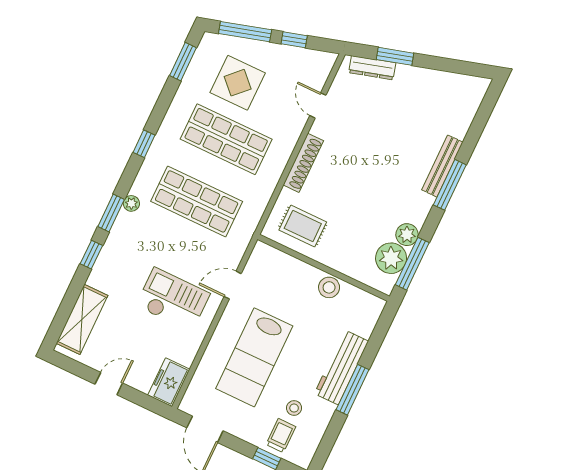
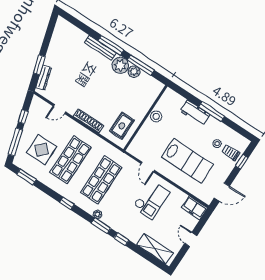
plant: (391, 258) -> (120, 65), moved
window: (412, 264) -> (141, 65), moved
checkout: (173, 300) -> (151, 200), turned 180
workbench: (341, 367) -> (195, 113), width x0.73

